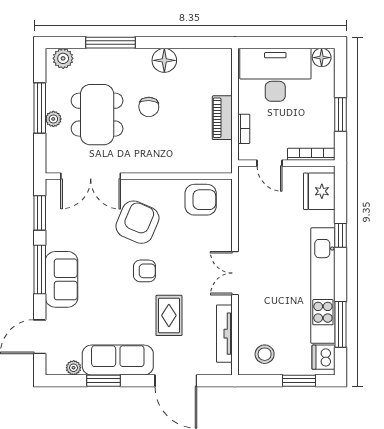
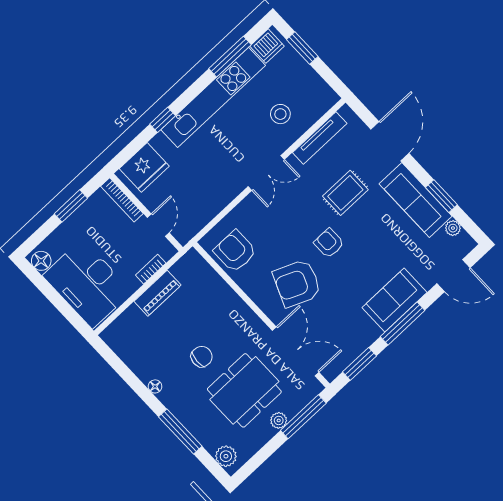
floor lamp: (164, 60) -> (155, 386), width x0.53, depth x0.53
window: (40, 108) -> (303, 417), moved
stool: (265, 354) -> (280, 114), moved

